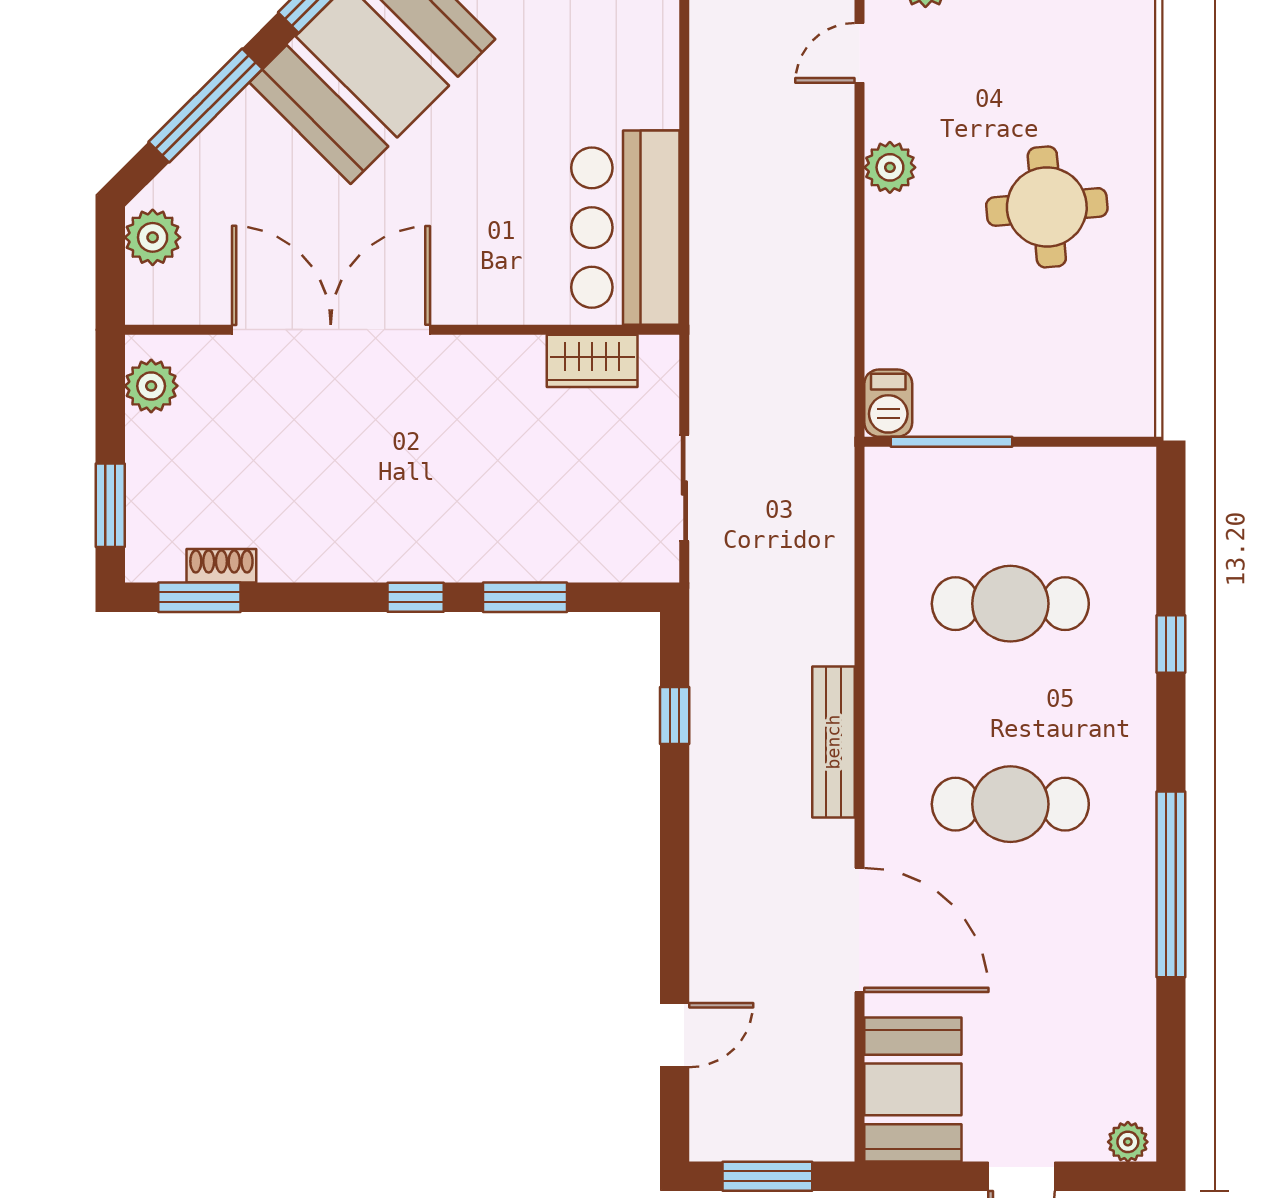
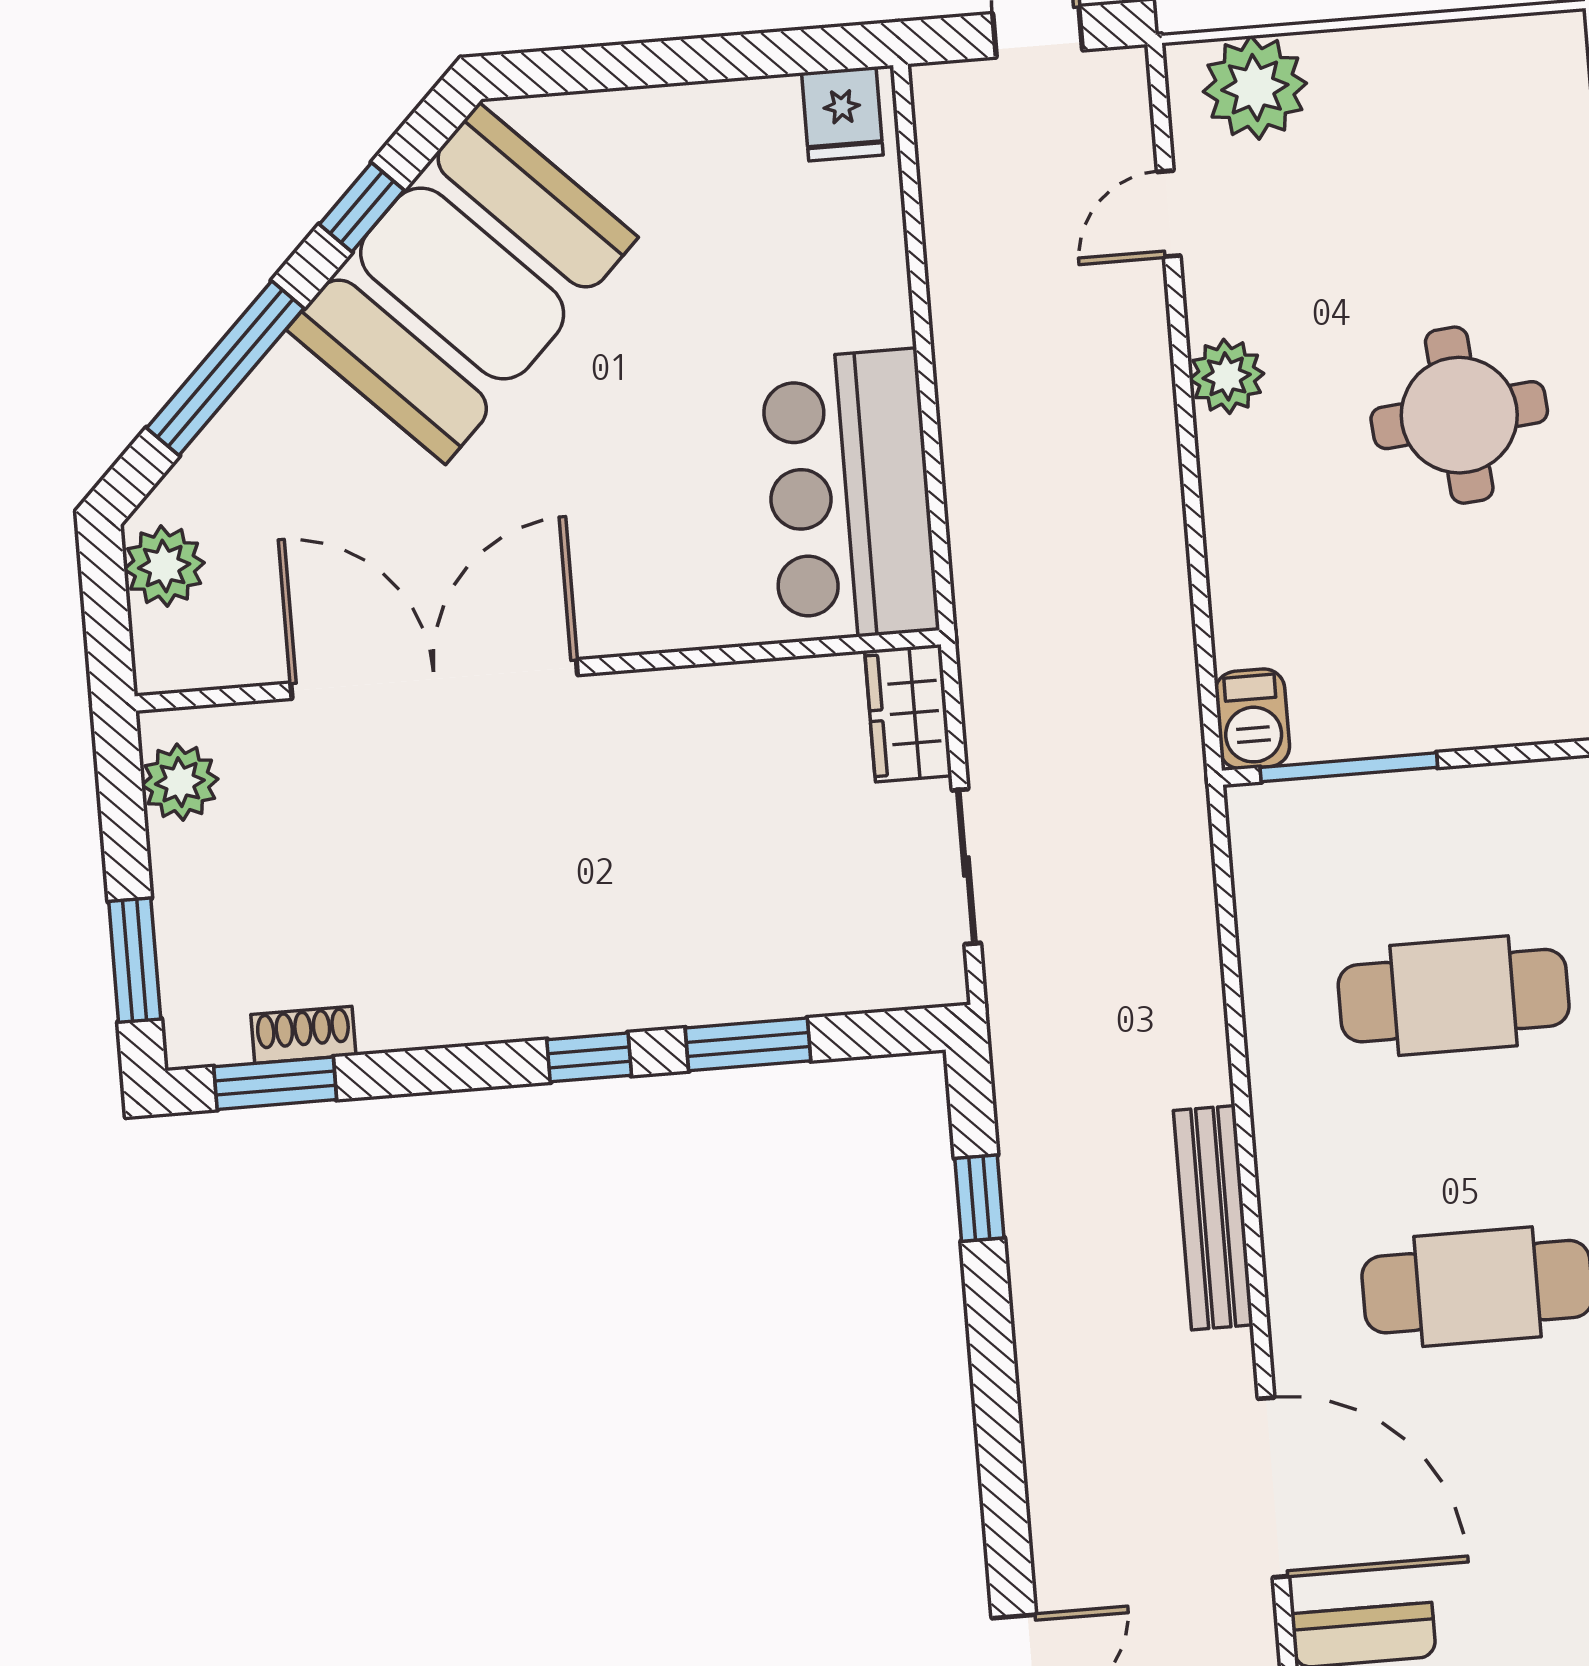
wardrobe: (592, 361) -> (908, 713), moved, turned 90

